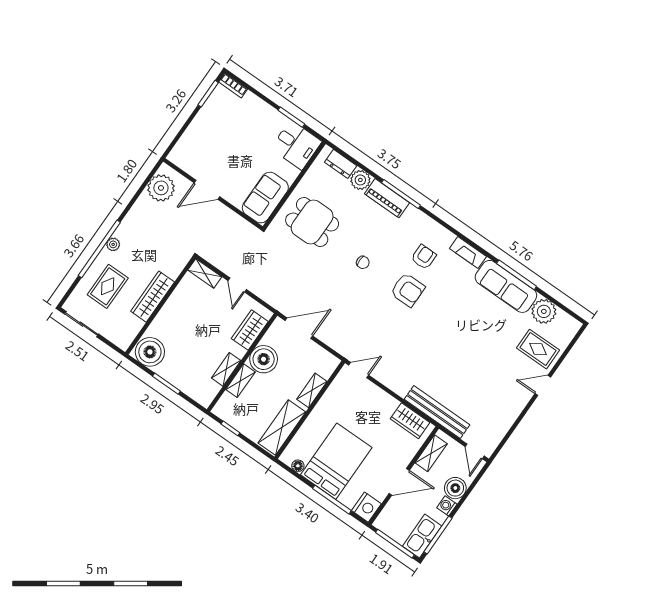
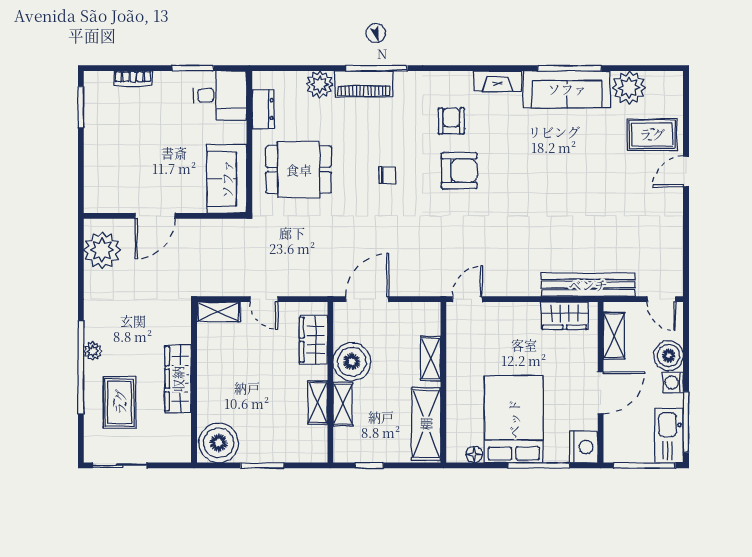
bookcase: (233, 86) -> (133, 78), moved
dresser: (341, 164) -> (263, 109), moved, turned -90

